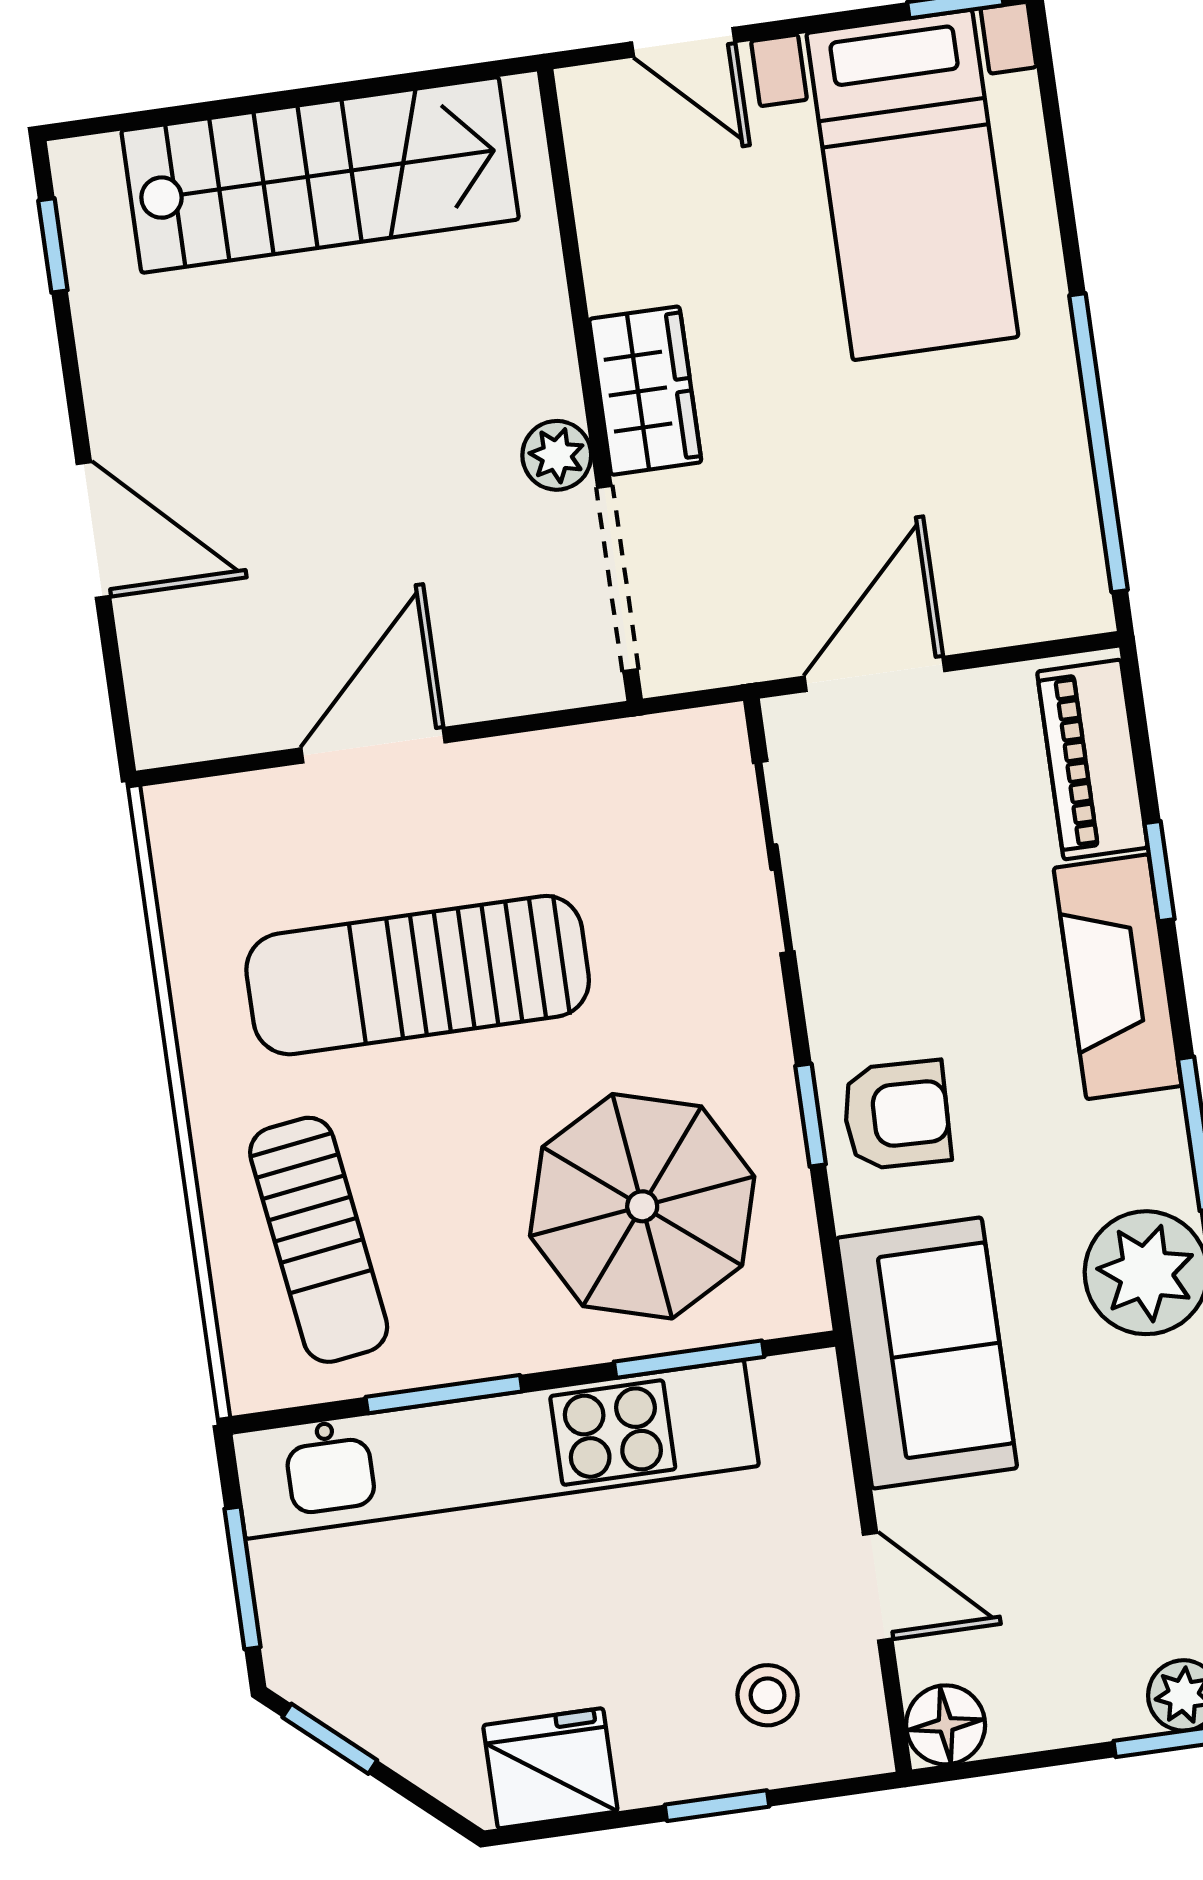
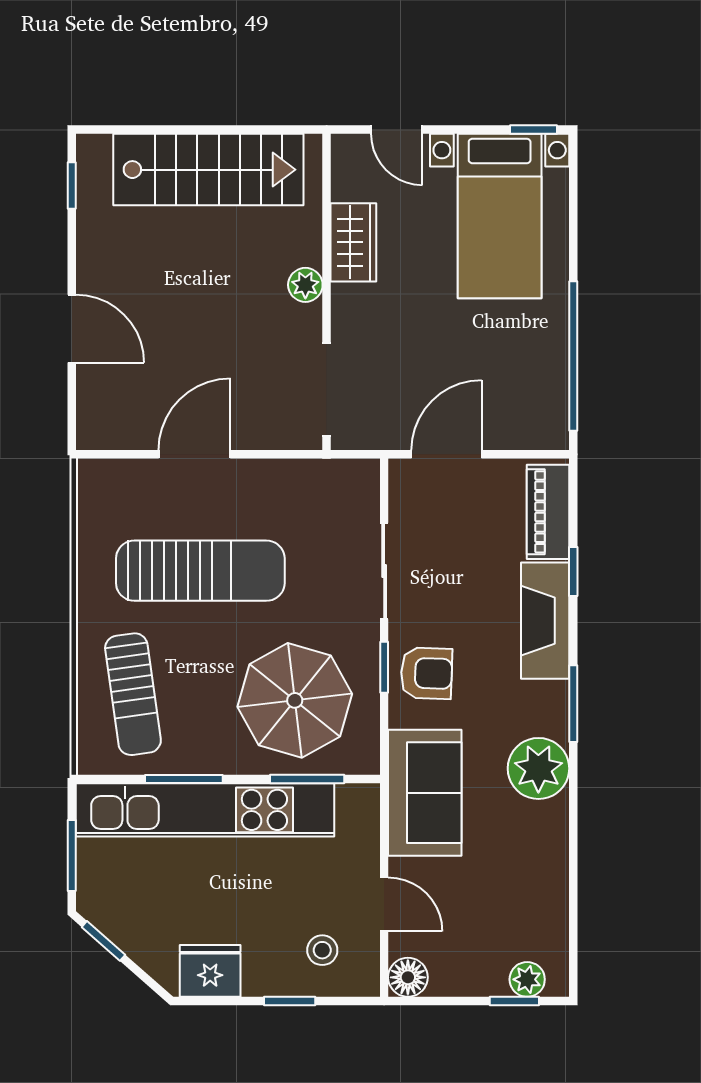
wardrobe: (645, 391) -> (353, 242), moved
plant: (557, 455) -> (305, 285), moved
sliding door: (774, 857) -> (384, 571), moved
sun lounger: (418, 975) -> (200, 571), turned 180

